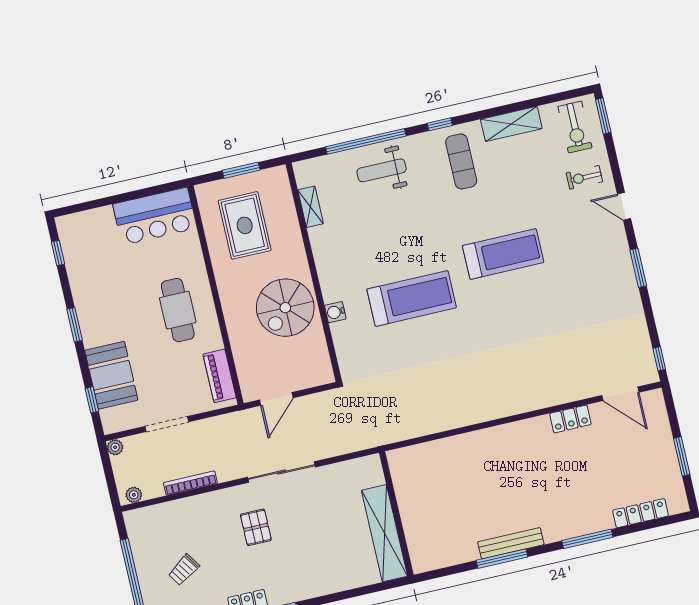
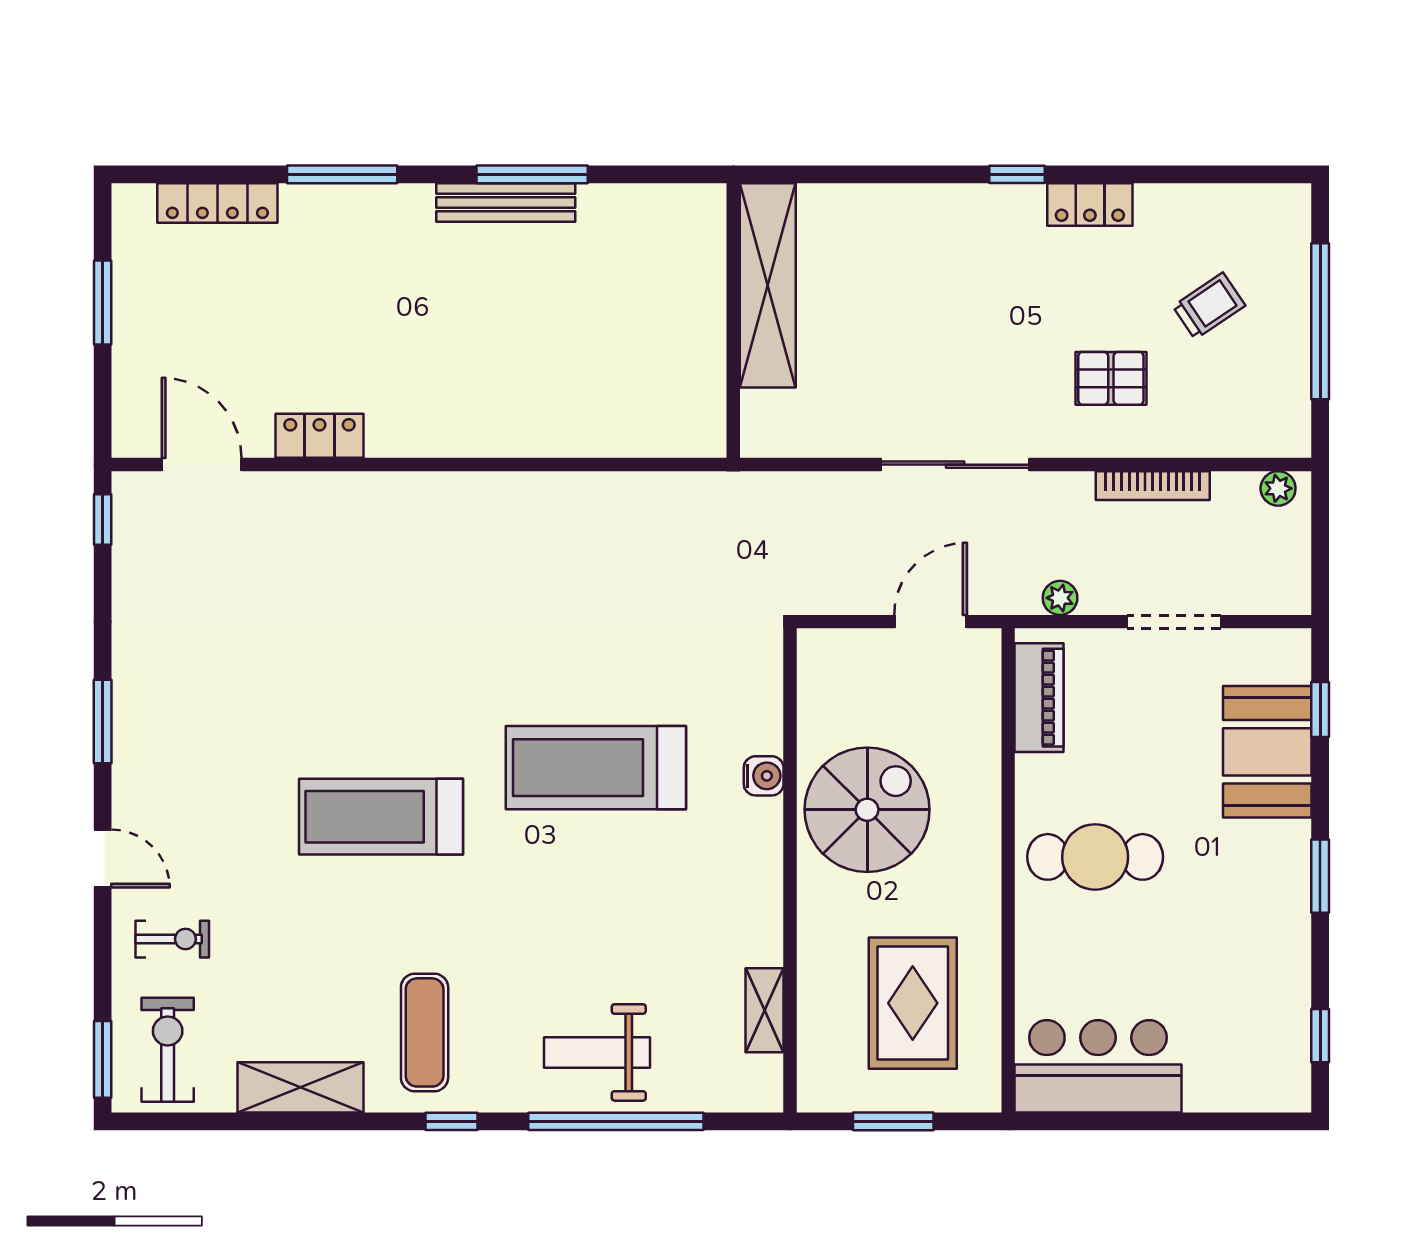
weight bench: (382, 170) -> (597, 1052), turned 180
cafe table: (178, 310) -> (1095, 857), turned 90
plant: (115, 447) -> (1060, 598), moved
pallet: (256, 527) -> (1111, 378), moved, turned 90

